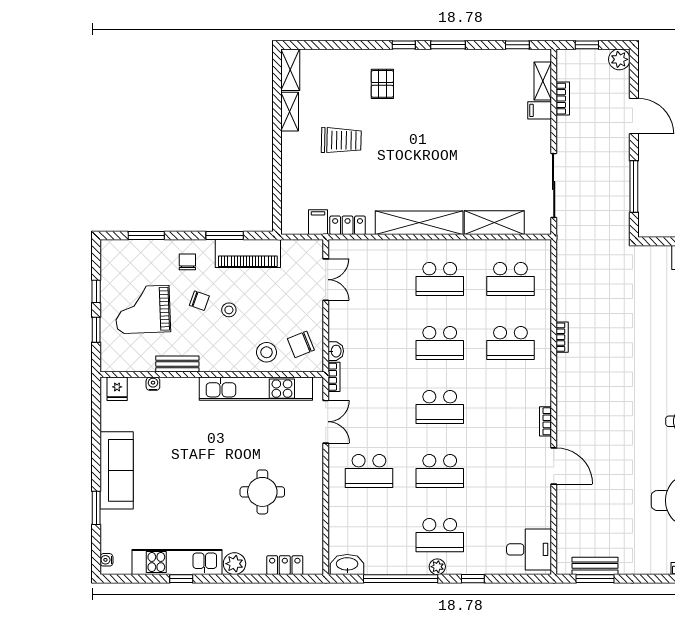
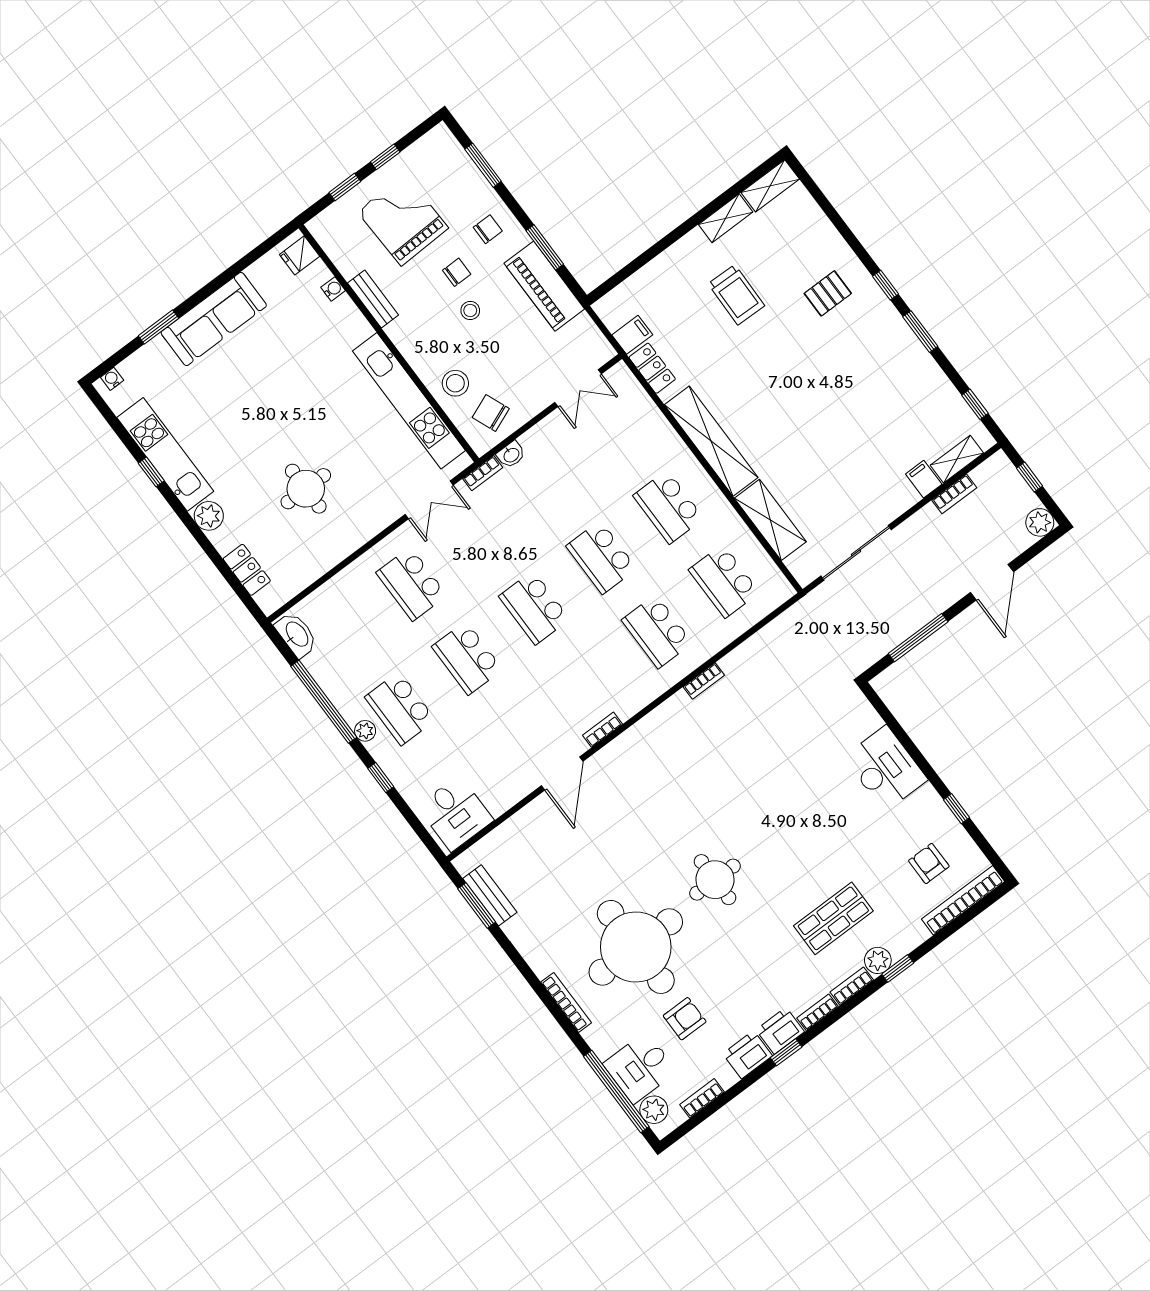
chair: (199, 301) -> (457, 272), turned -109

